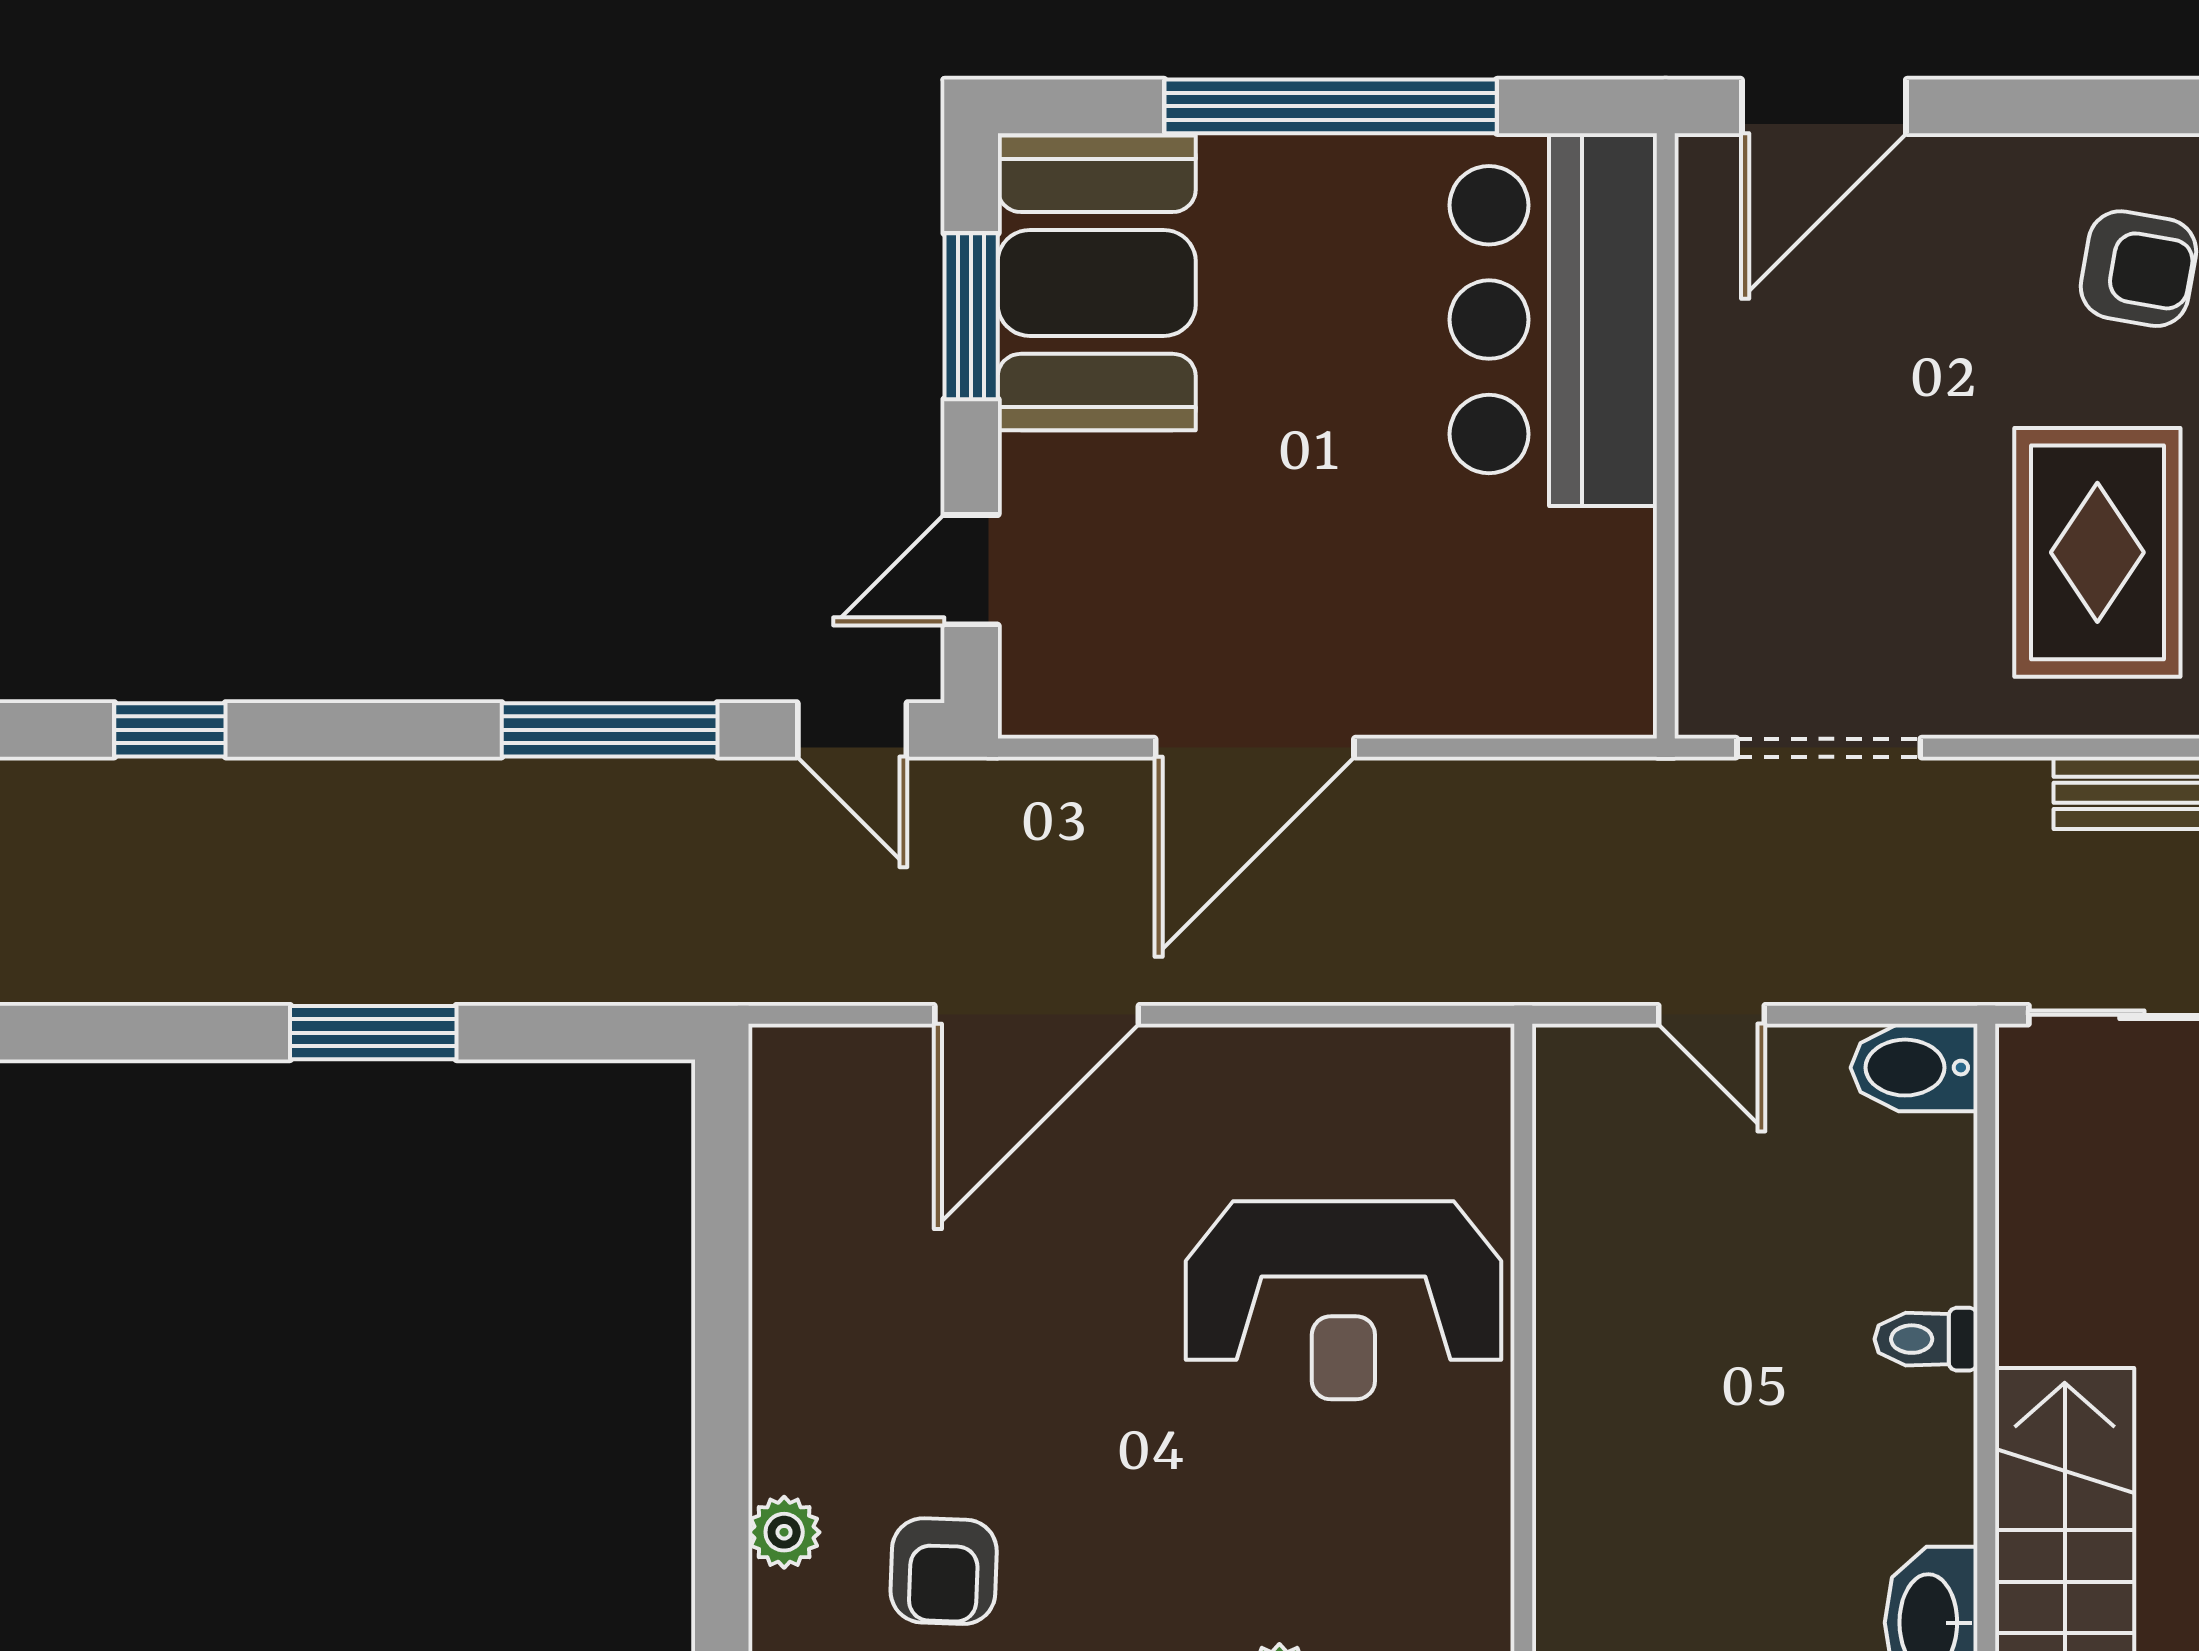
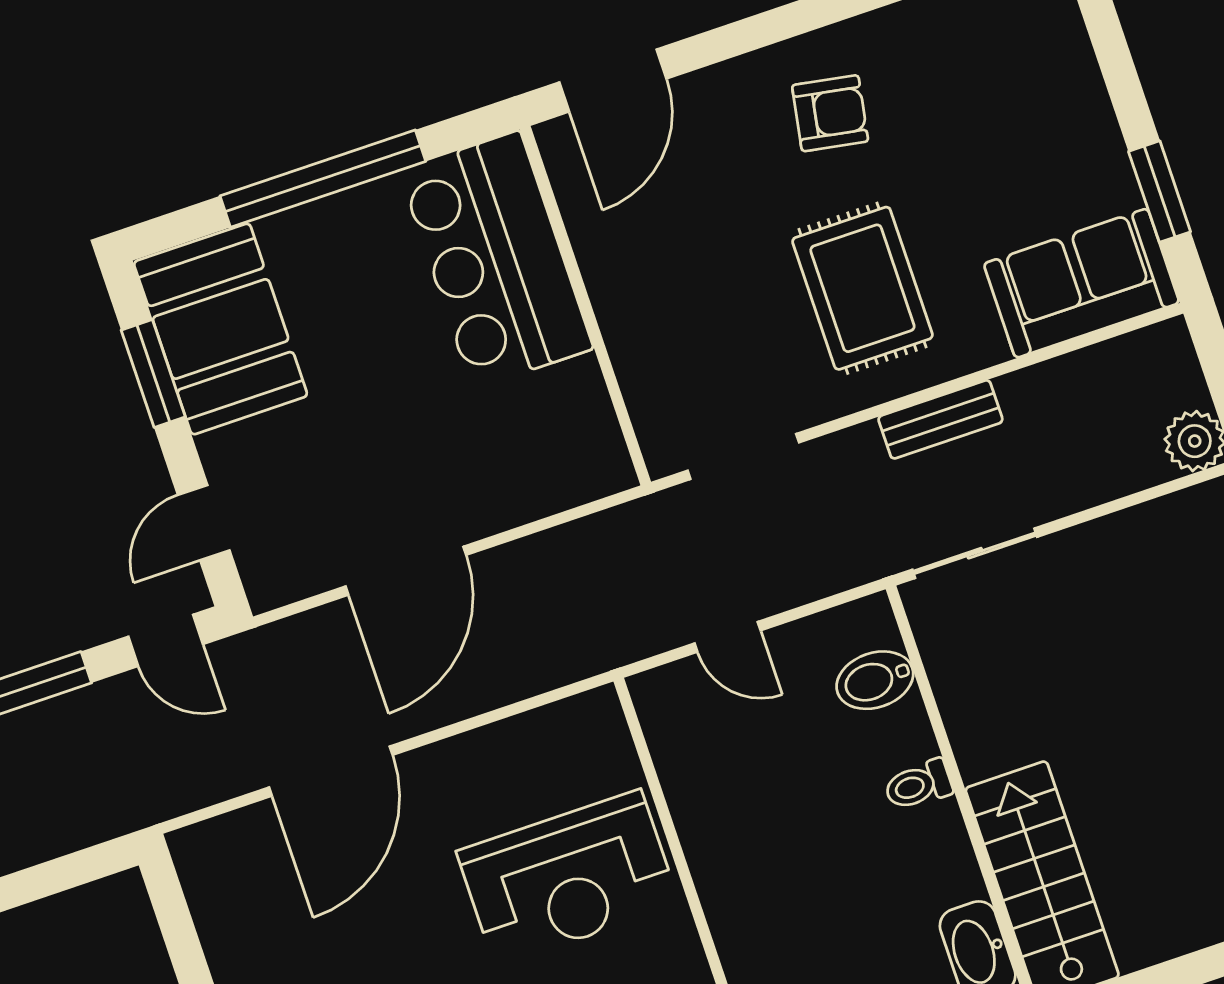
bidet: (1914, 1068) -> (875, 680), moved

